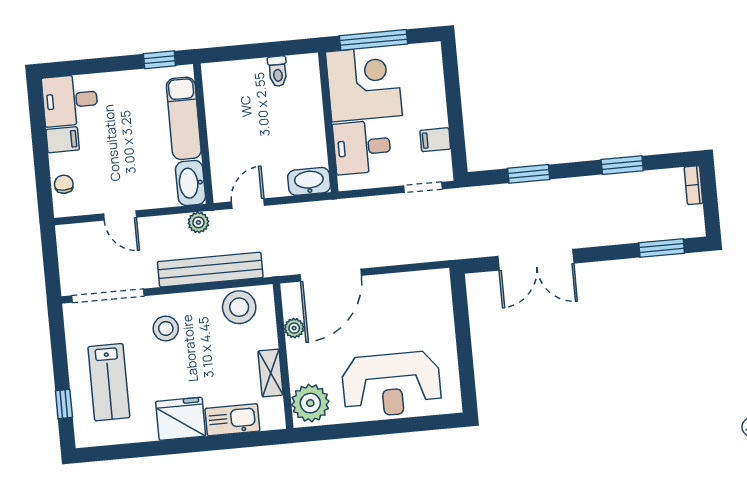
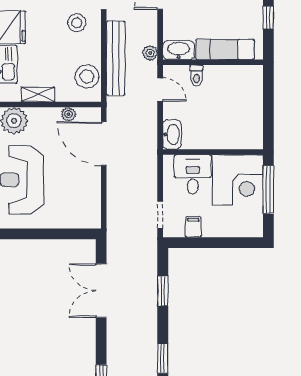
window: (159, 60) -> (268, 17), moved
toilet: (278, 71) -> (196, 76), moved, turned -90

